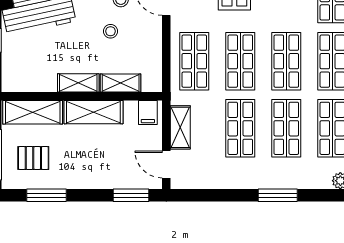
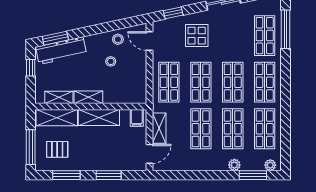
shelving: (121, 83) -> (59, 97), moved
door: (166, 164) -> (149, 154), swing flipped
plant: (289, 180) -> (234, 165), added
window: (131, 195) -> (109, 175), moved
window: (278, 195) -> (253, 175), moved

